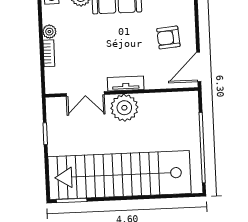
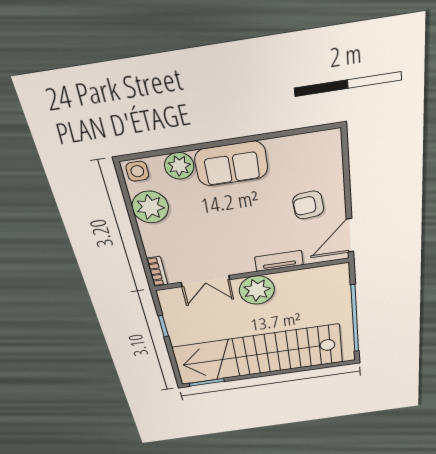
plant: (49, 32) -> (150, 207), width x1.88, depth x1.88
bookcase: (49, 53) -> (157, 272), moved
tv unit: (126, 84) -> (279, 261), moved

